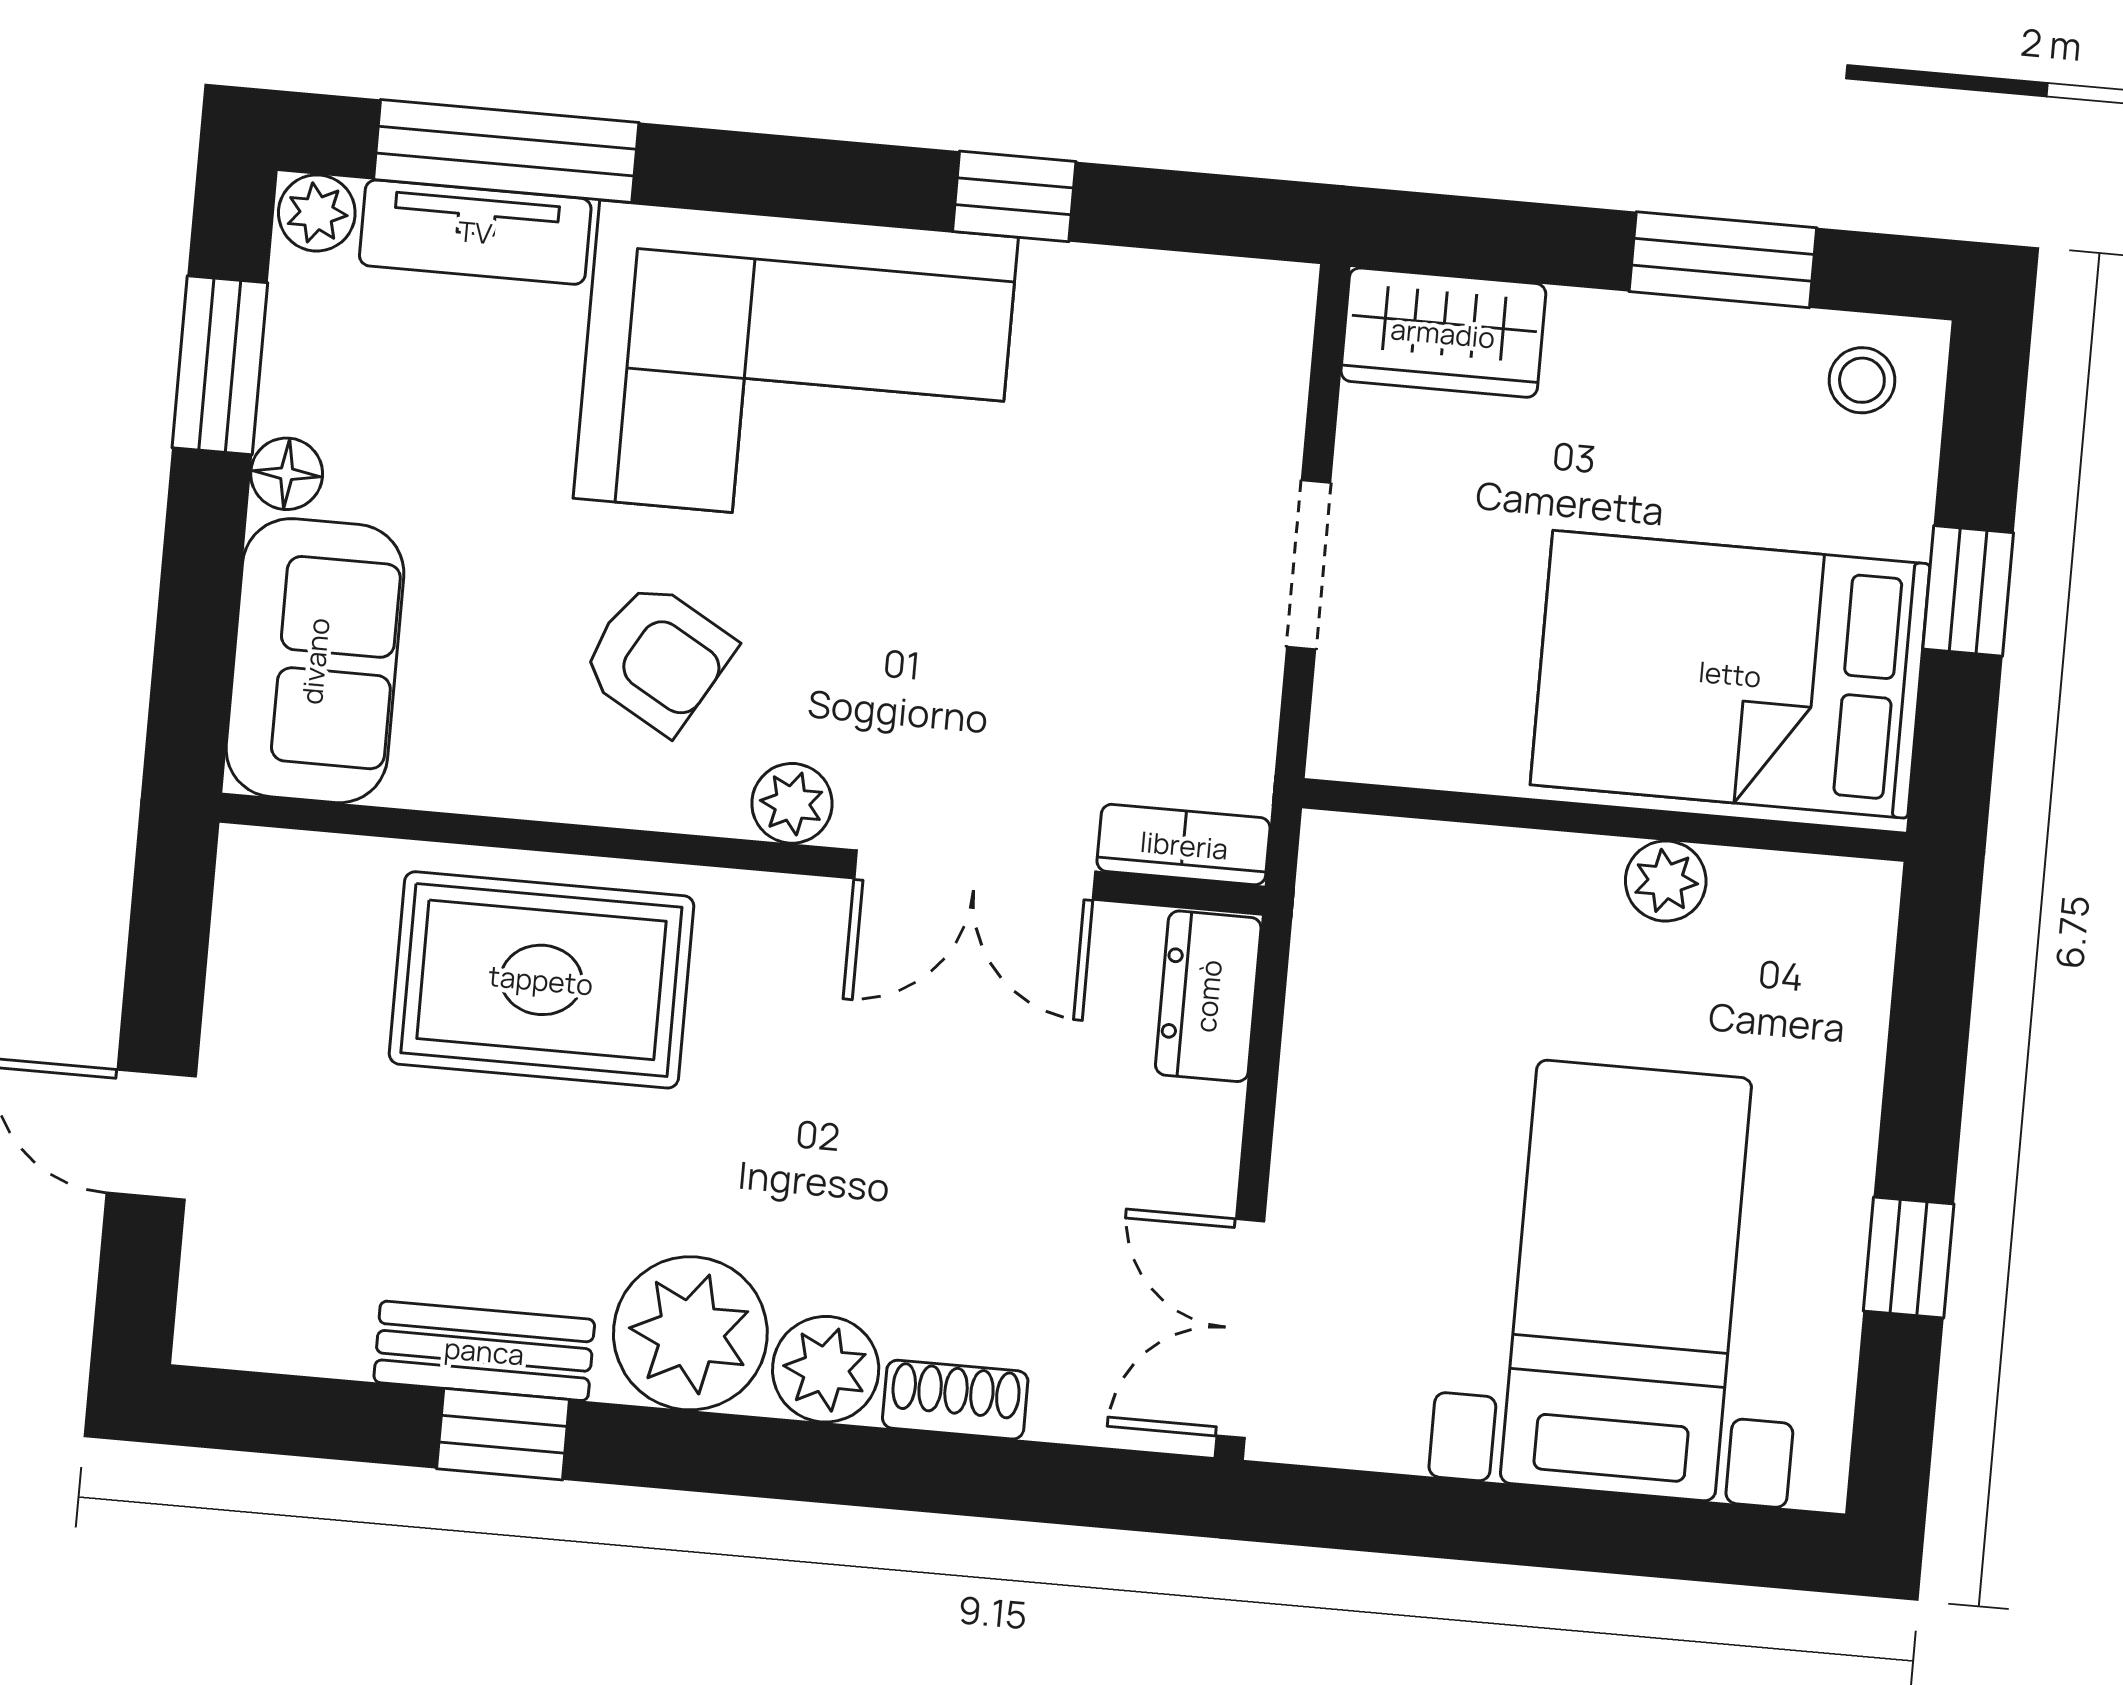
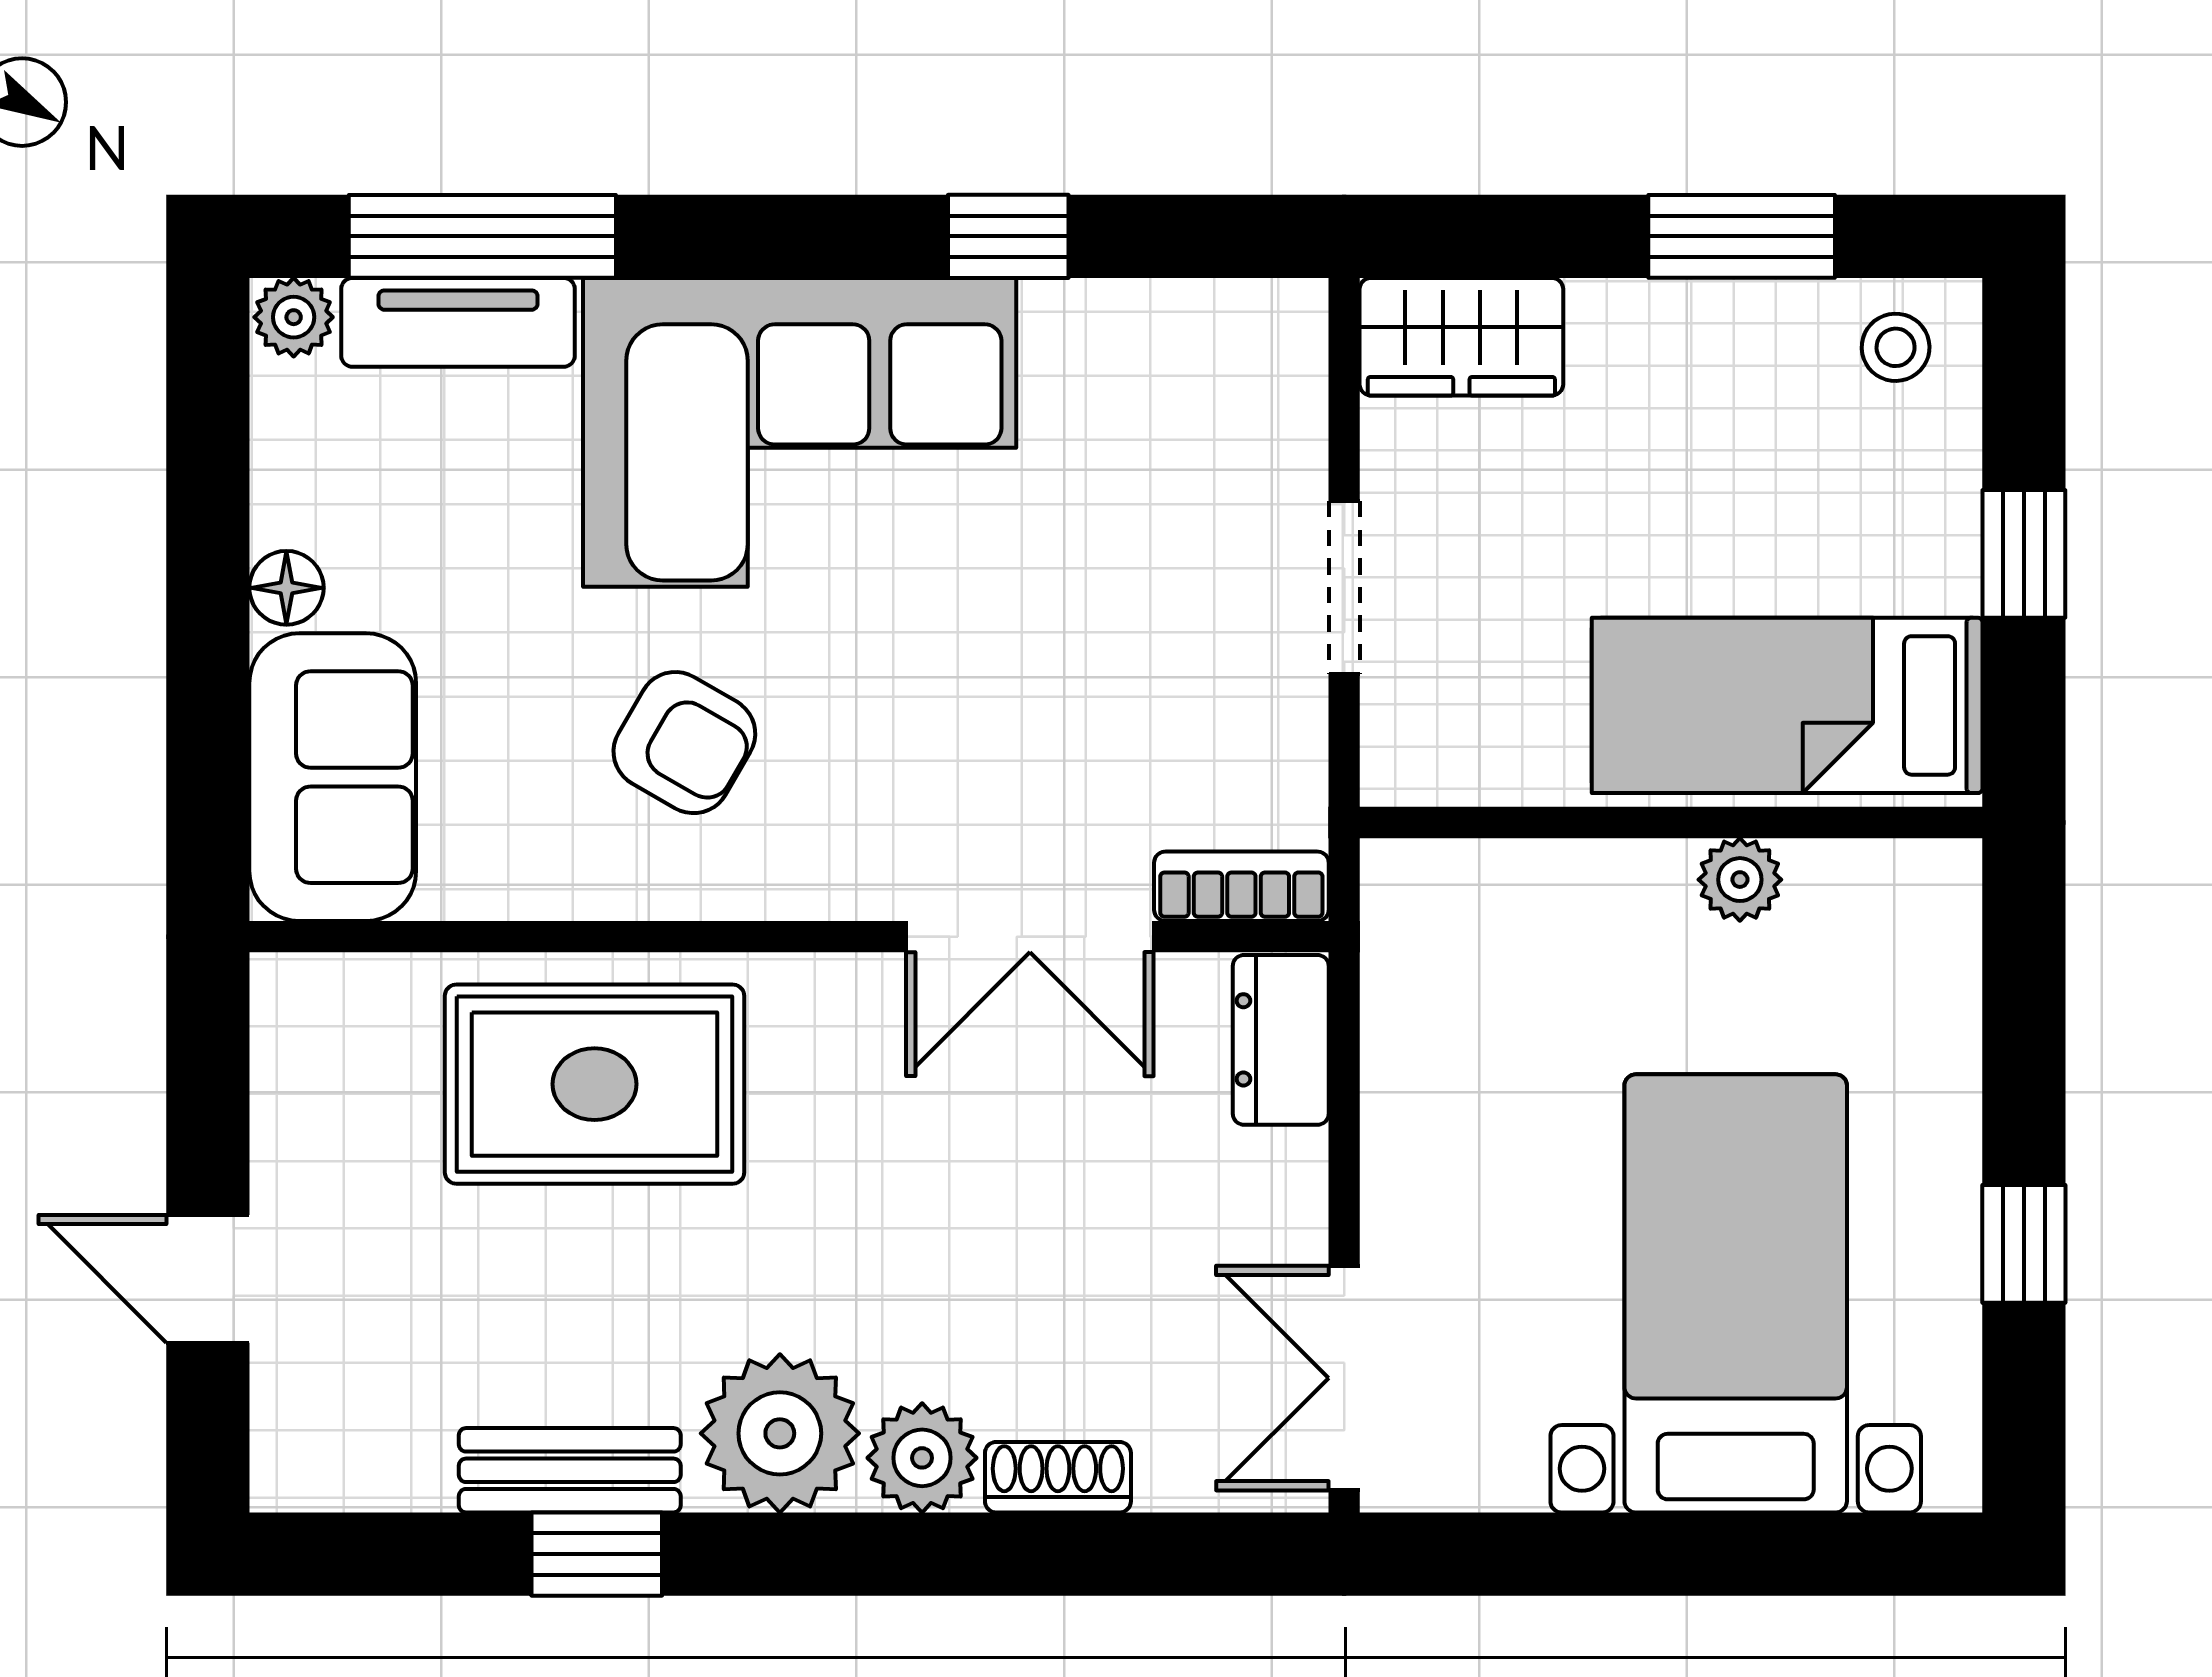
window: (220, 365) -> (208, 482), removed
bed: (1730, 674) -> (1787, 705), width x0.67
plant: (792, 803) -> (836, 880), removed

